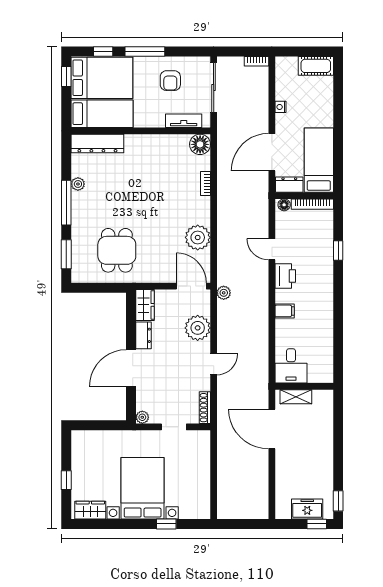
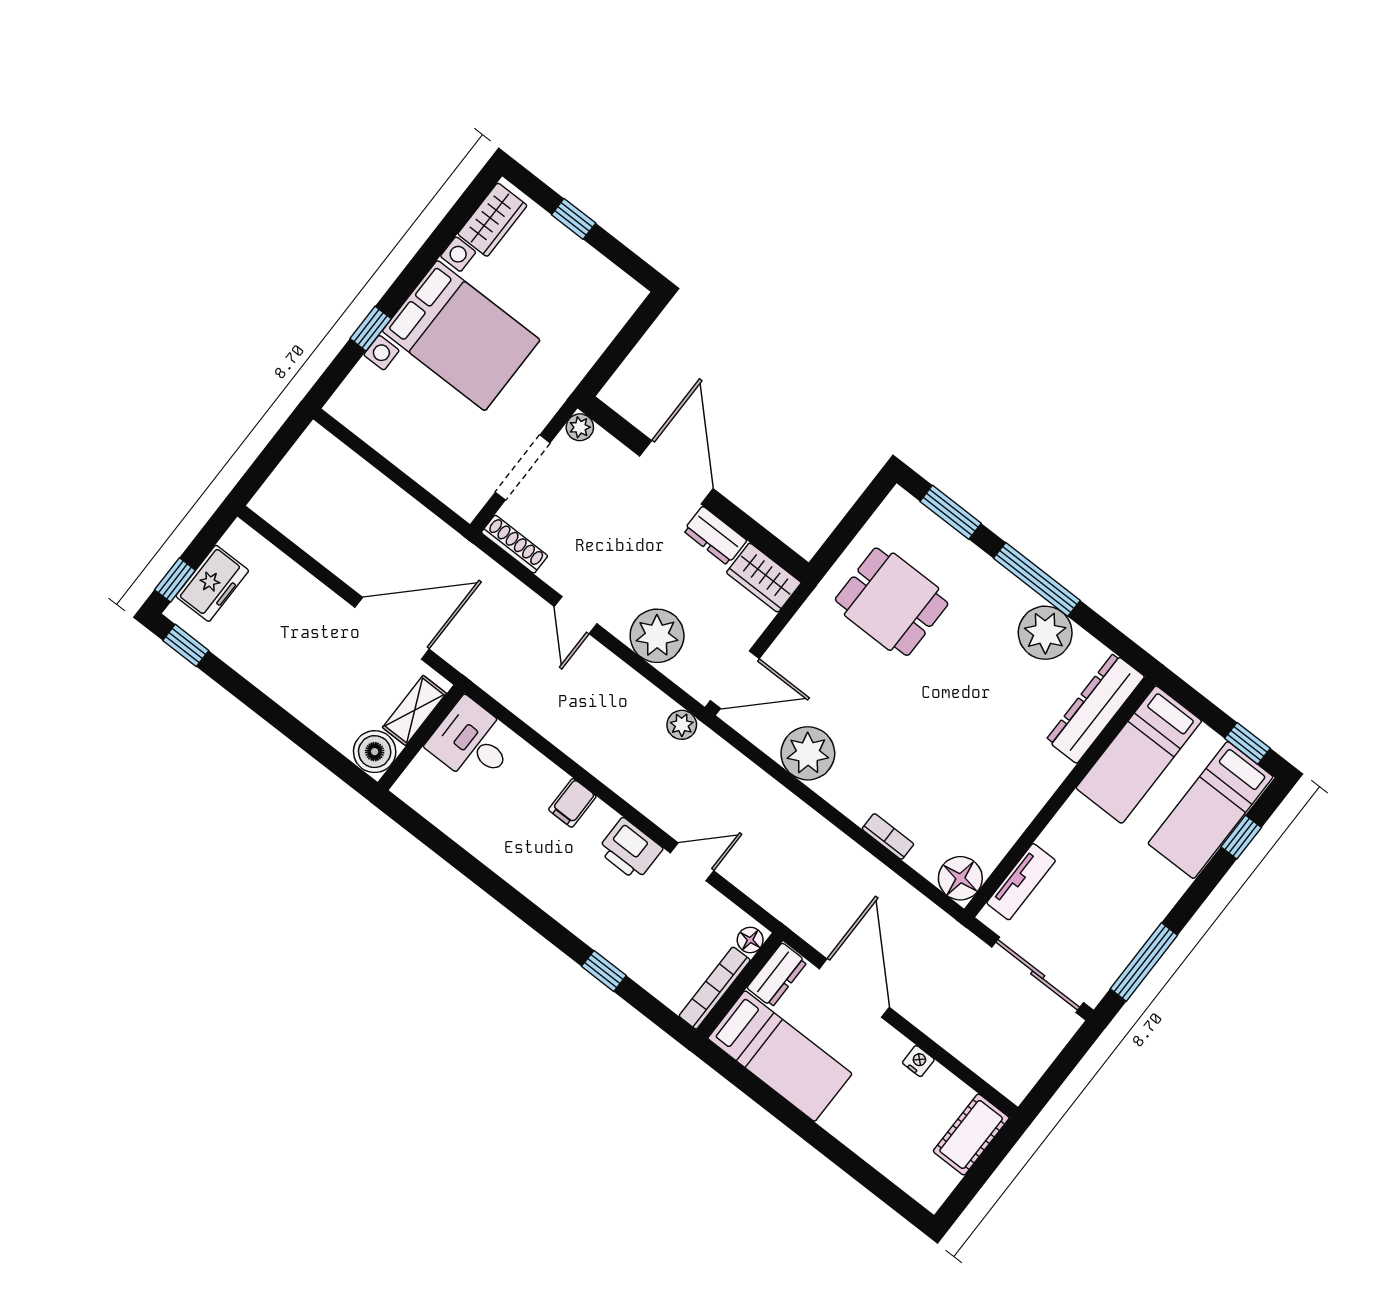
window: (145, 52) -> (1144, 962), moved
bookcase: (256, 61) -> (1026, 1080), removed
cot: (316, 66) -> (971, 1135), moved
bed: (102, 78) -> (1211, 810), width x0.67
armchair: (170, 81) -> (1105, 912), removed
plant: (78, 184) -> (1045, 633), width x1.88, depth x1.88
boiler: (323, 400) -> (375, 752), added
doorway: (174, 427) -> (523, 468), width x1.38

